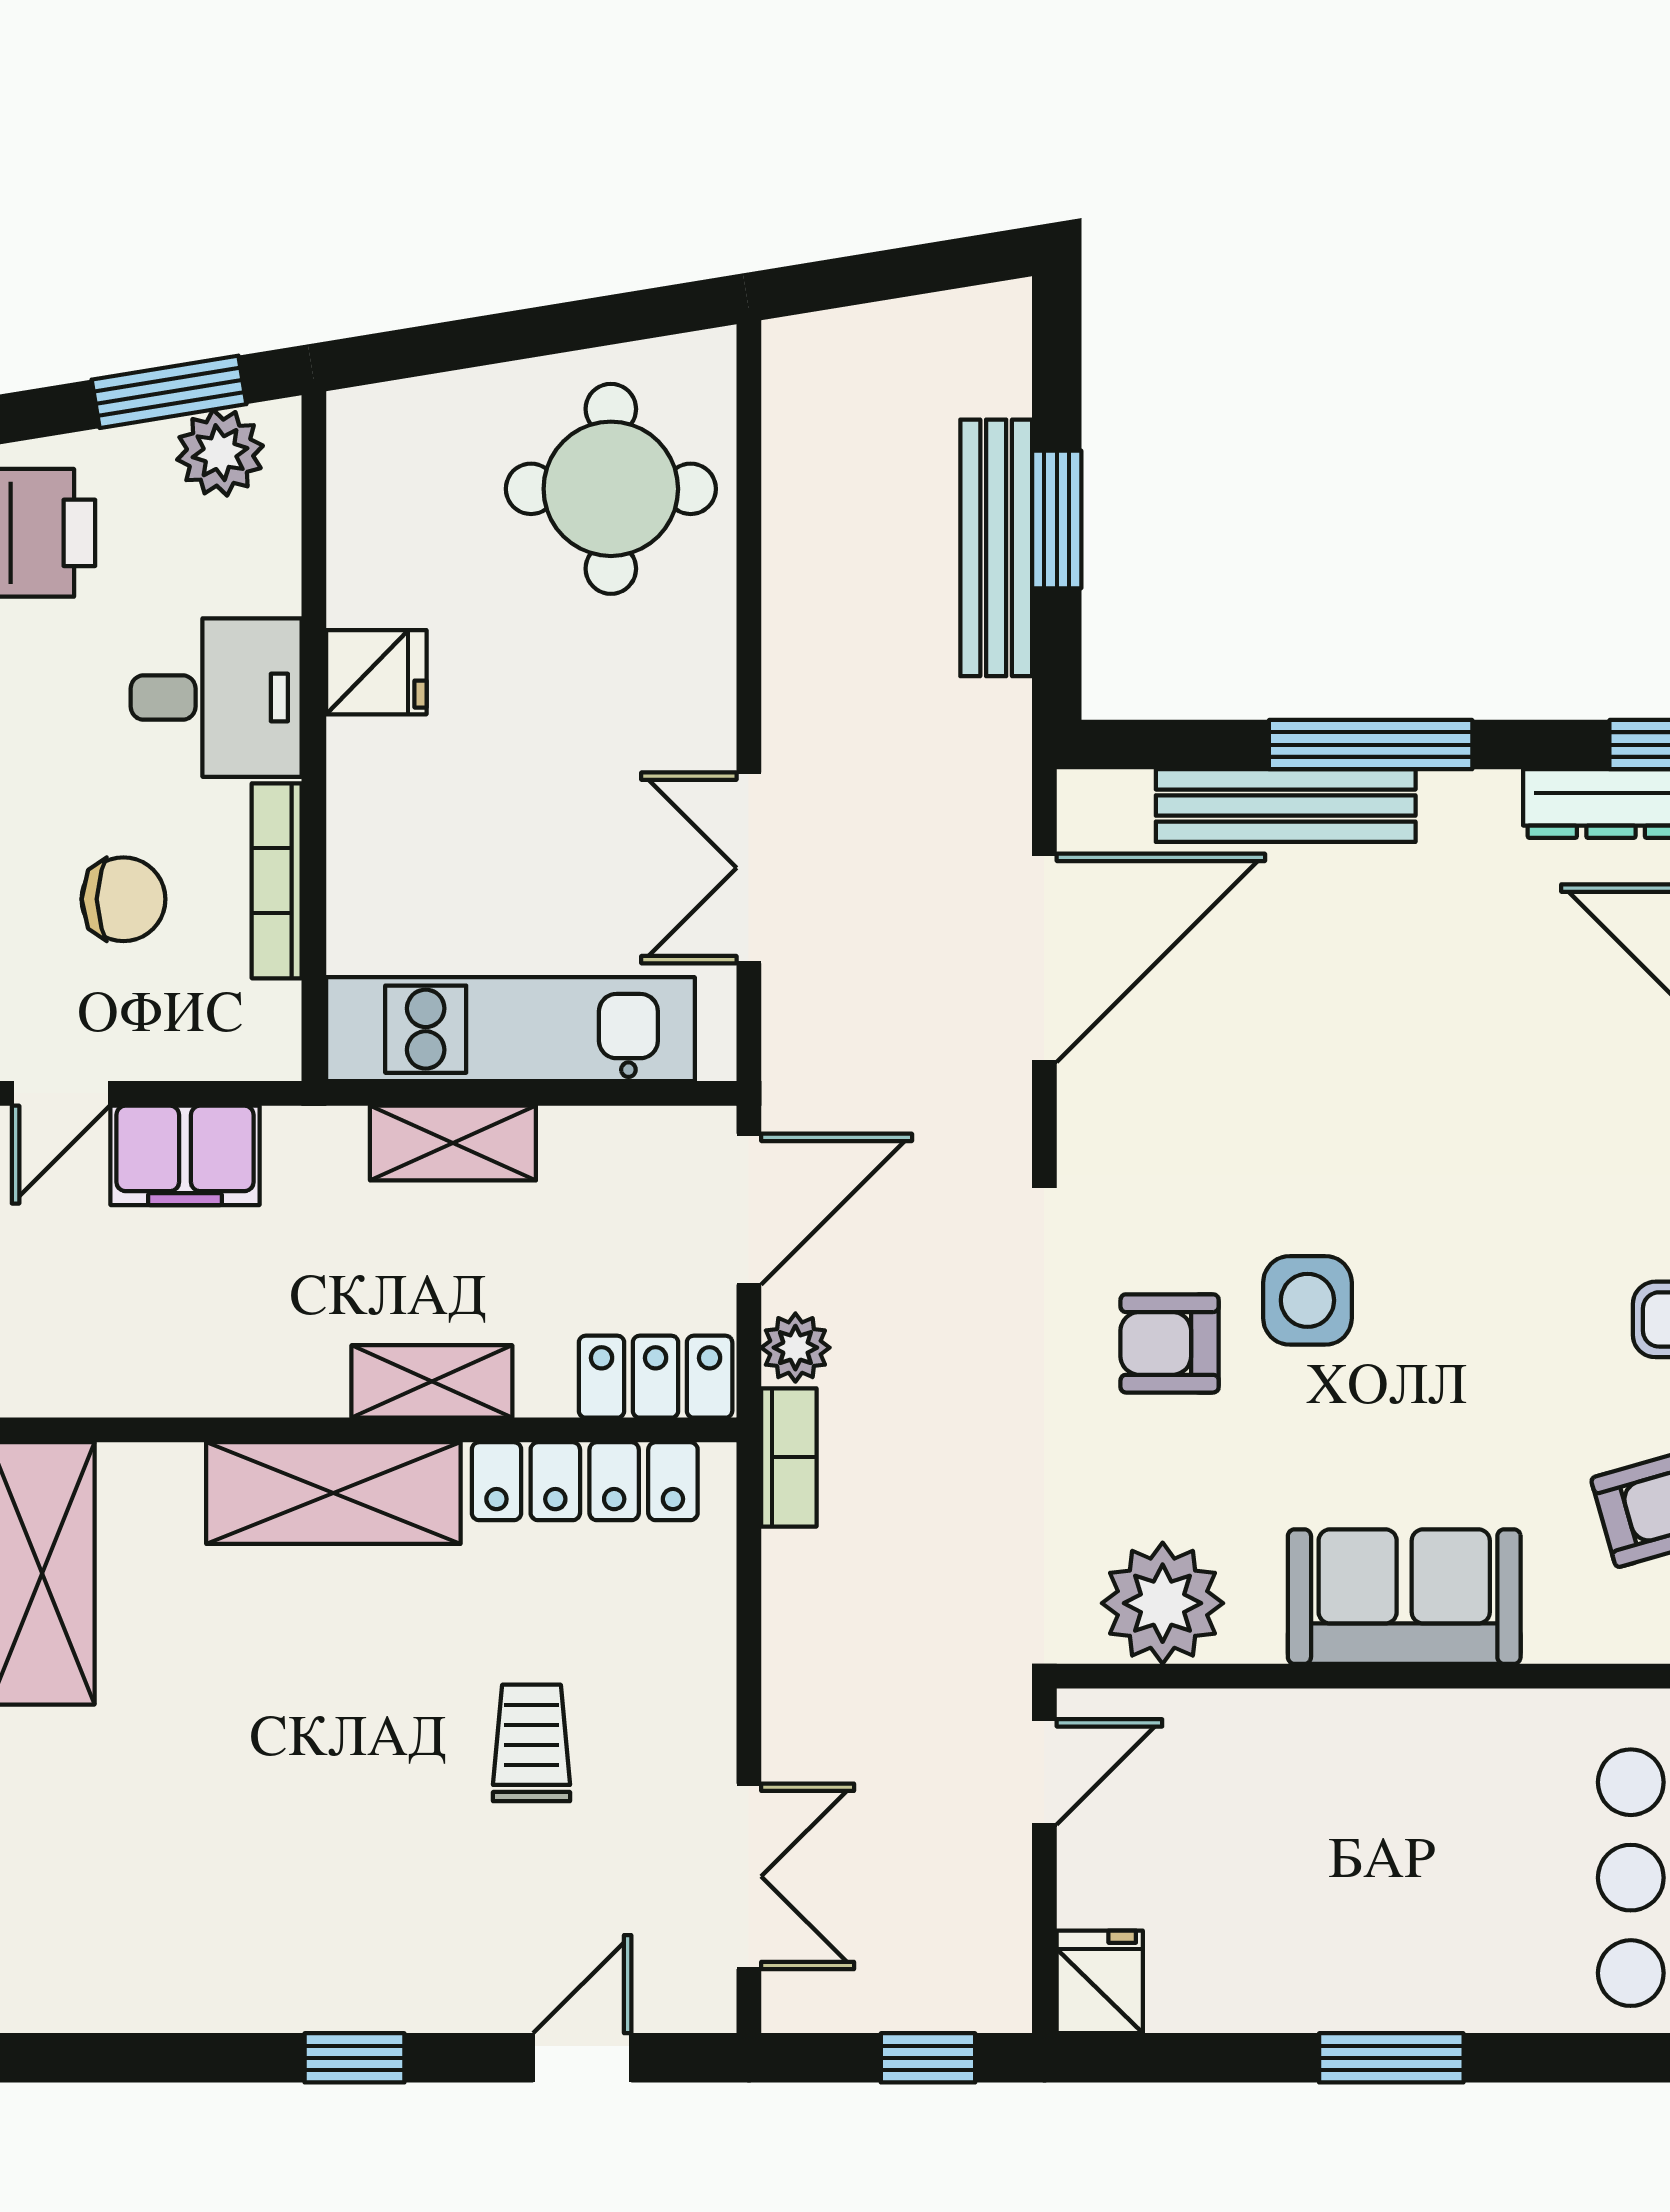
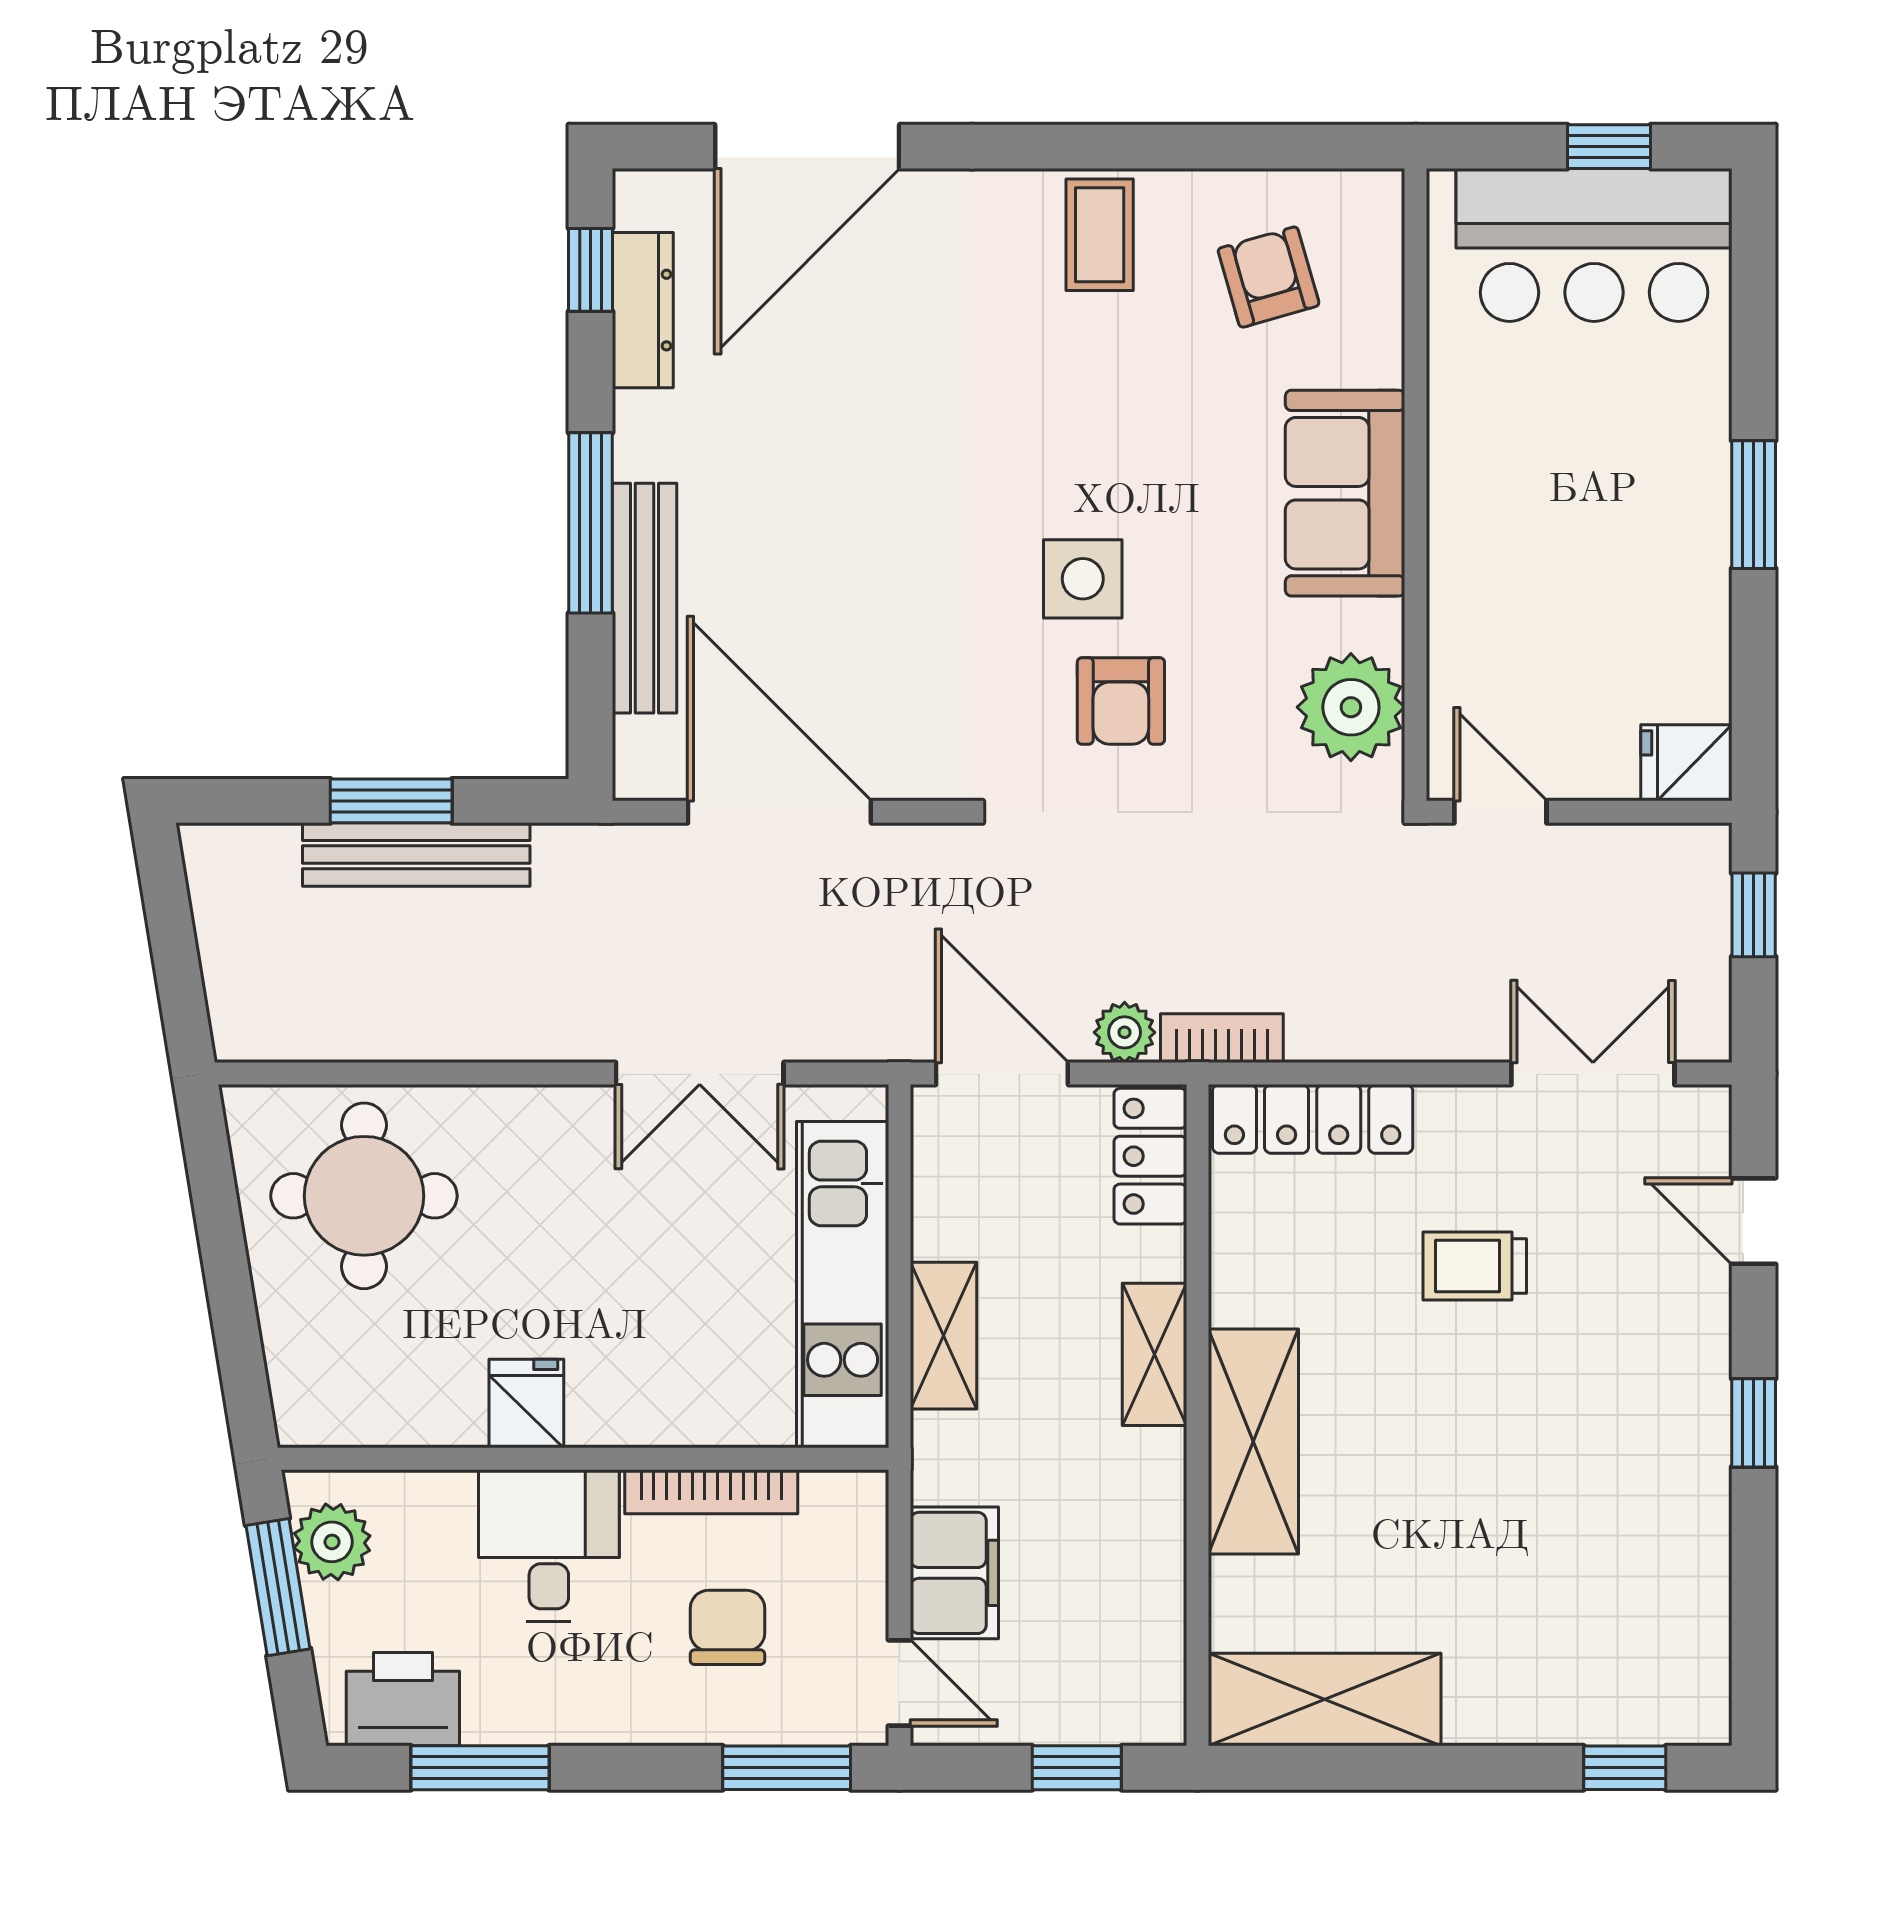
locker: (585, 1481) -> (1313, 1119), moved, turned 90

